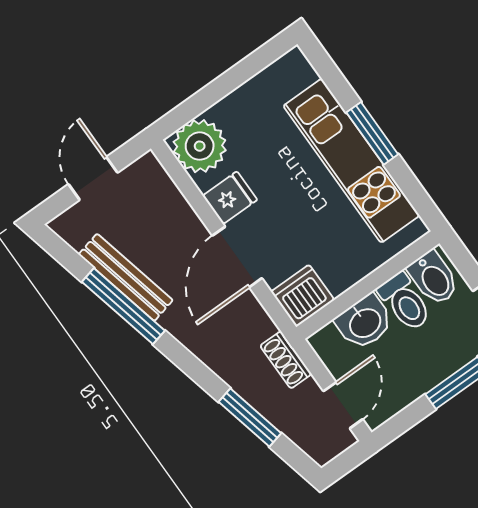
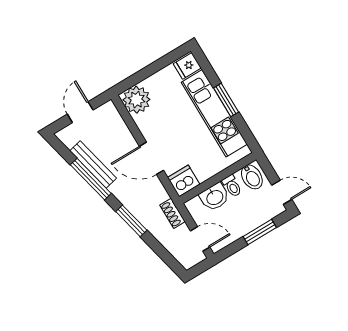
fridge: (230, 198) -> (187, 66), moved, turned 180
door: (237, 257) -> (151, 158), hinge flipped
toilet: (405, 302) -> (232, 186), width x0.73, depth x0.72
door: (343, 405) -> (200, 239), hinge flipped
window: (250, 418) -> (131, 221), moved

